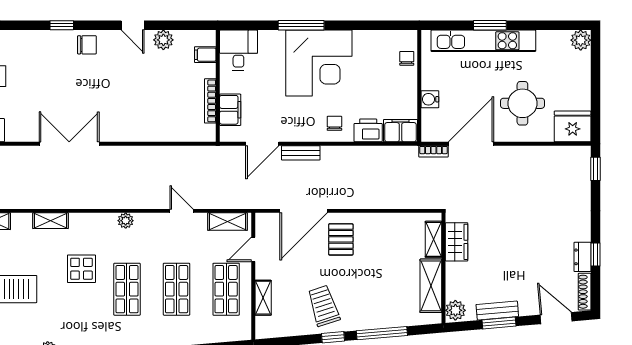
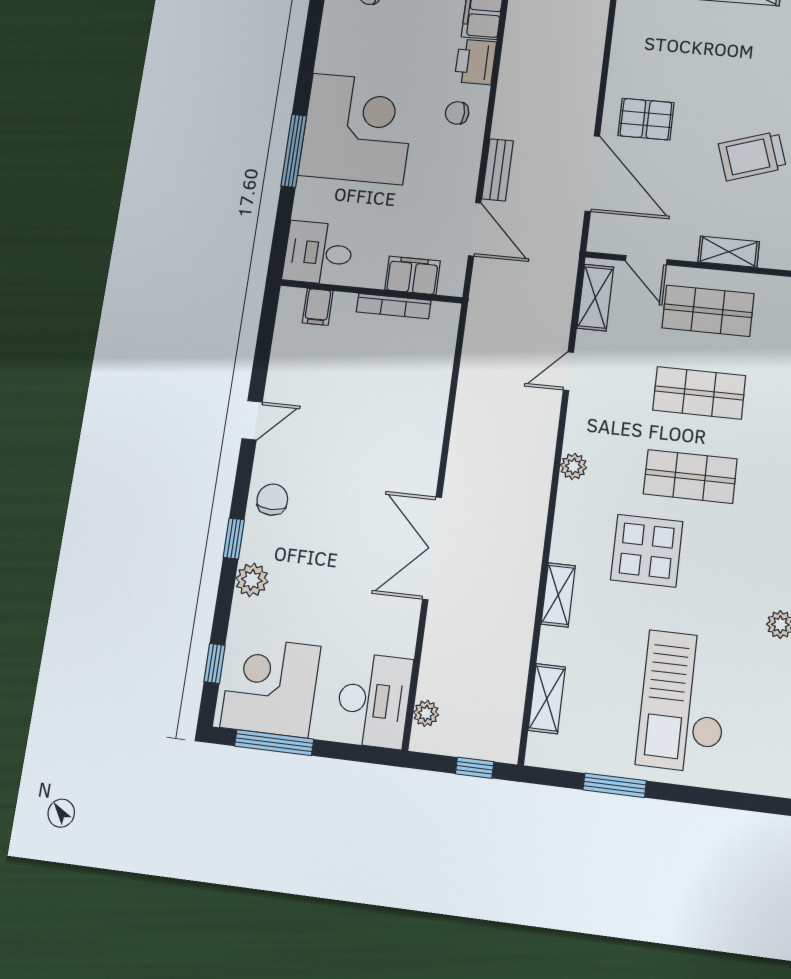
plant: (163, 40) -> (252, 580), moved
display table: (81, 269) -> (647, 551), width x1.36, depth x1.36

